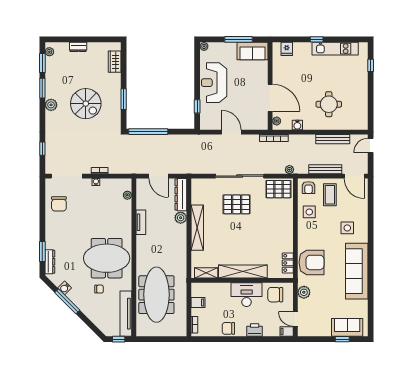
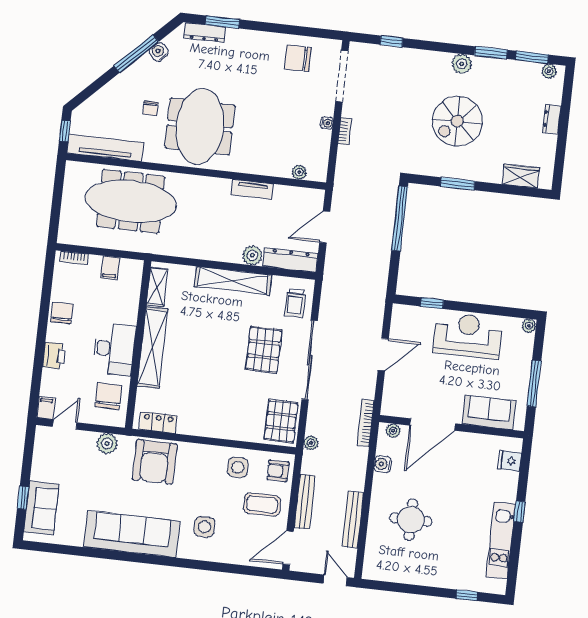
sofa: (252, 51) -> (489, 412), moved, turned 90
trolley: (206, 189) -> (295, 303), added

